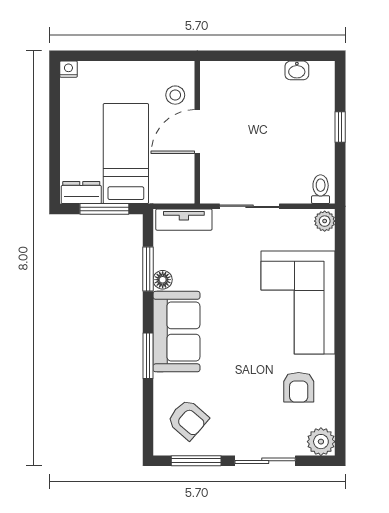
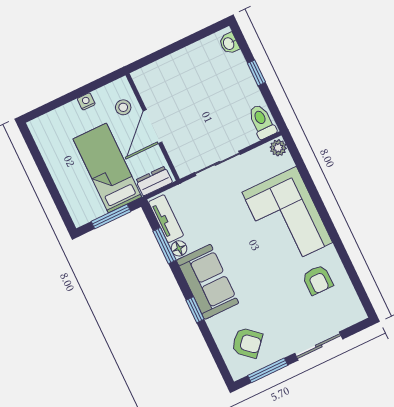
nightstand: (68, 69) -> (86, 101), moved
washbasin: (297, 70) -> (229, 43), moved, turned 90
toilet: (321, 189) -> (262, 122), width x1.37, depth x1.39
dresser: (81, 192) -> (154, 181), moved
tv unit: (184, 220) -> (166, 219), moved, turned -90
window: (148, 356) -> (195, 310), width x0.67
plant: (321, 442) -> (353, 312), removed

